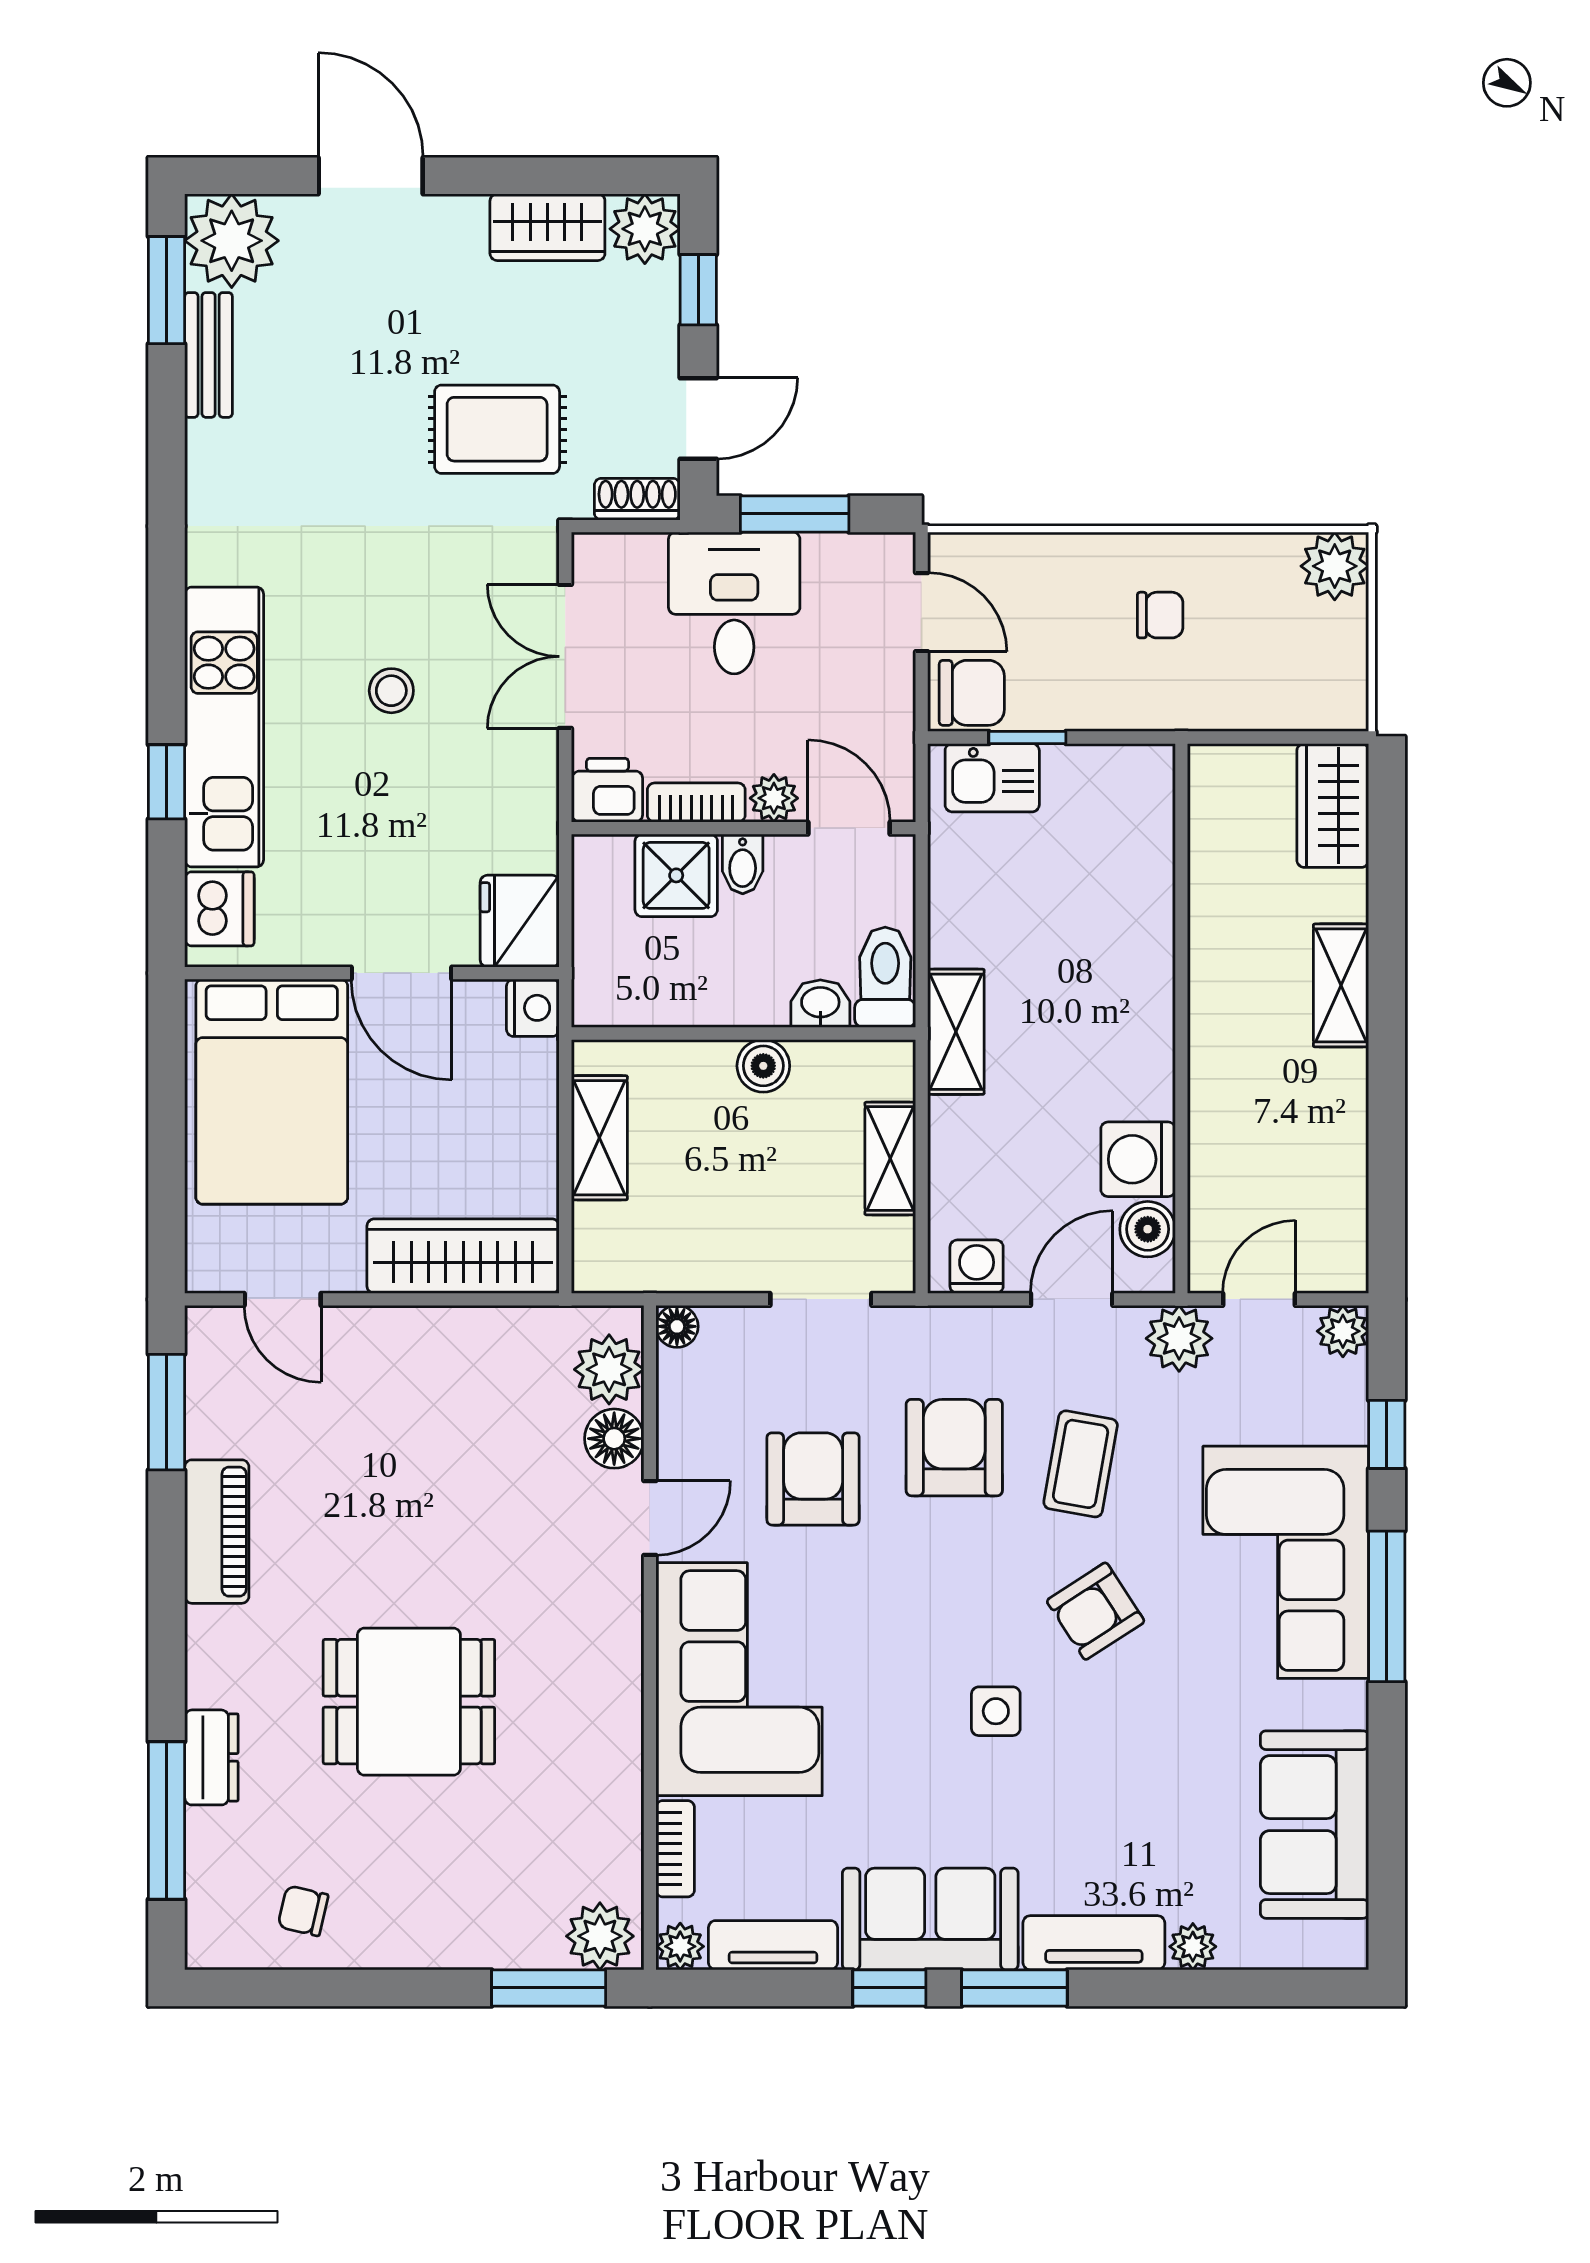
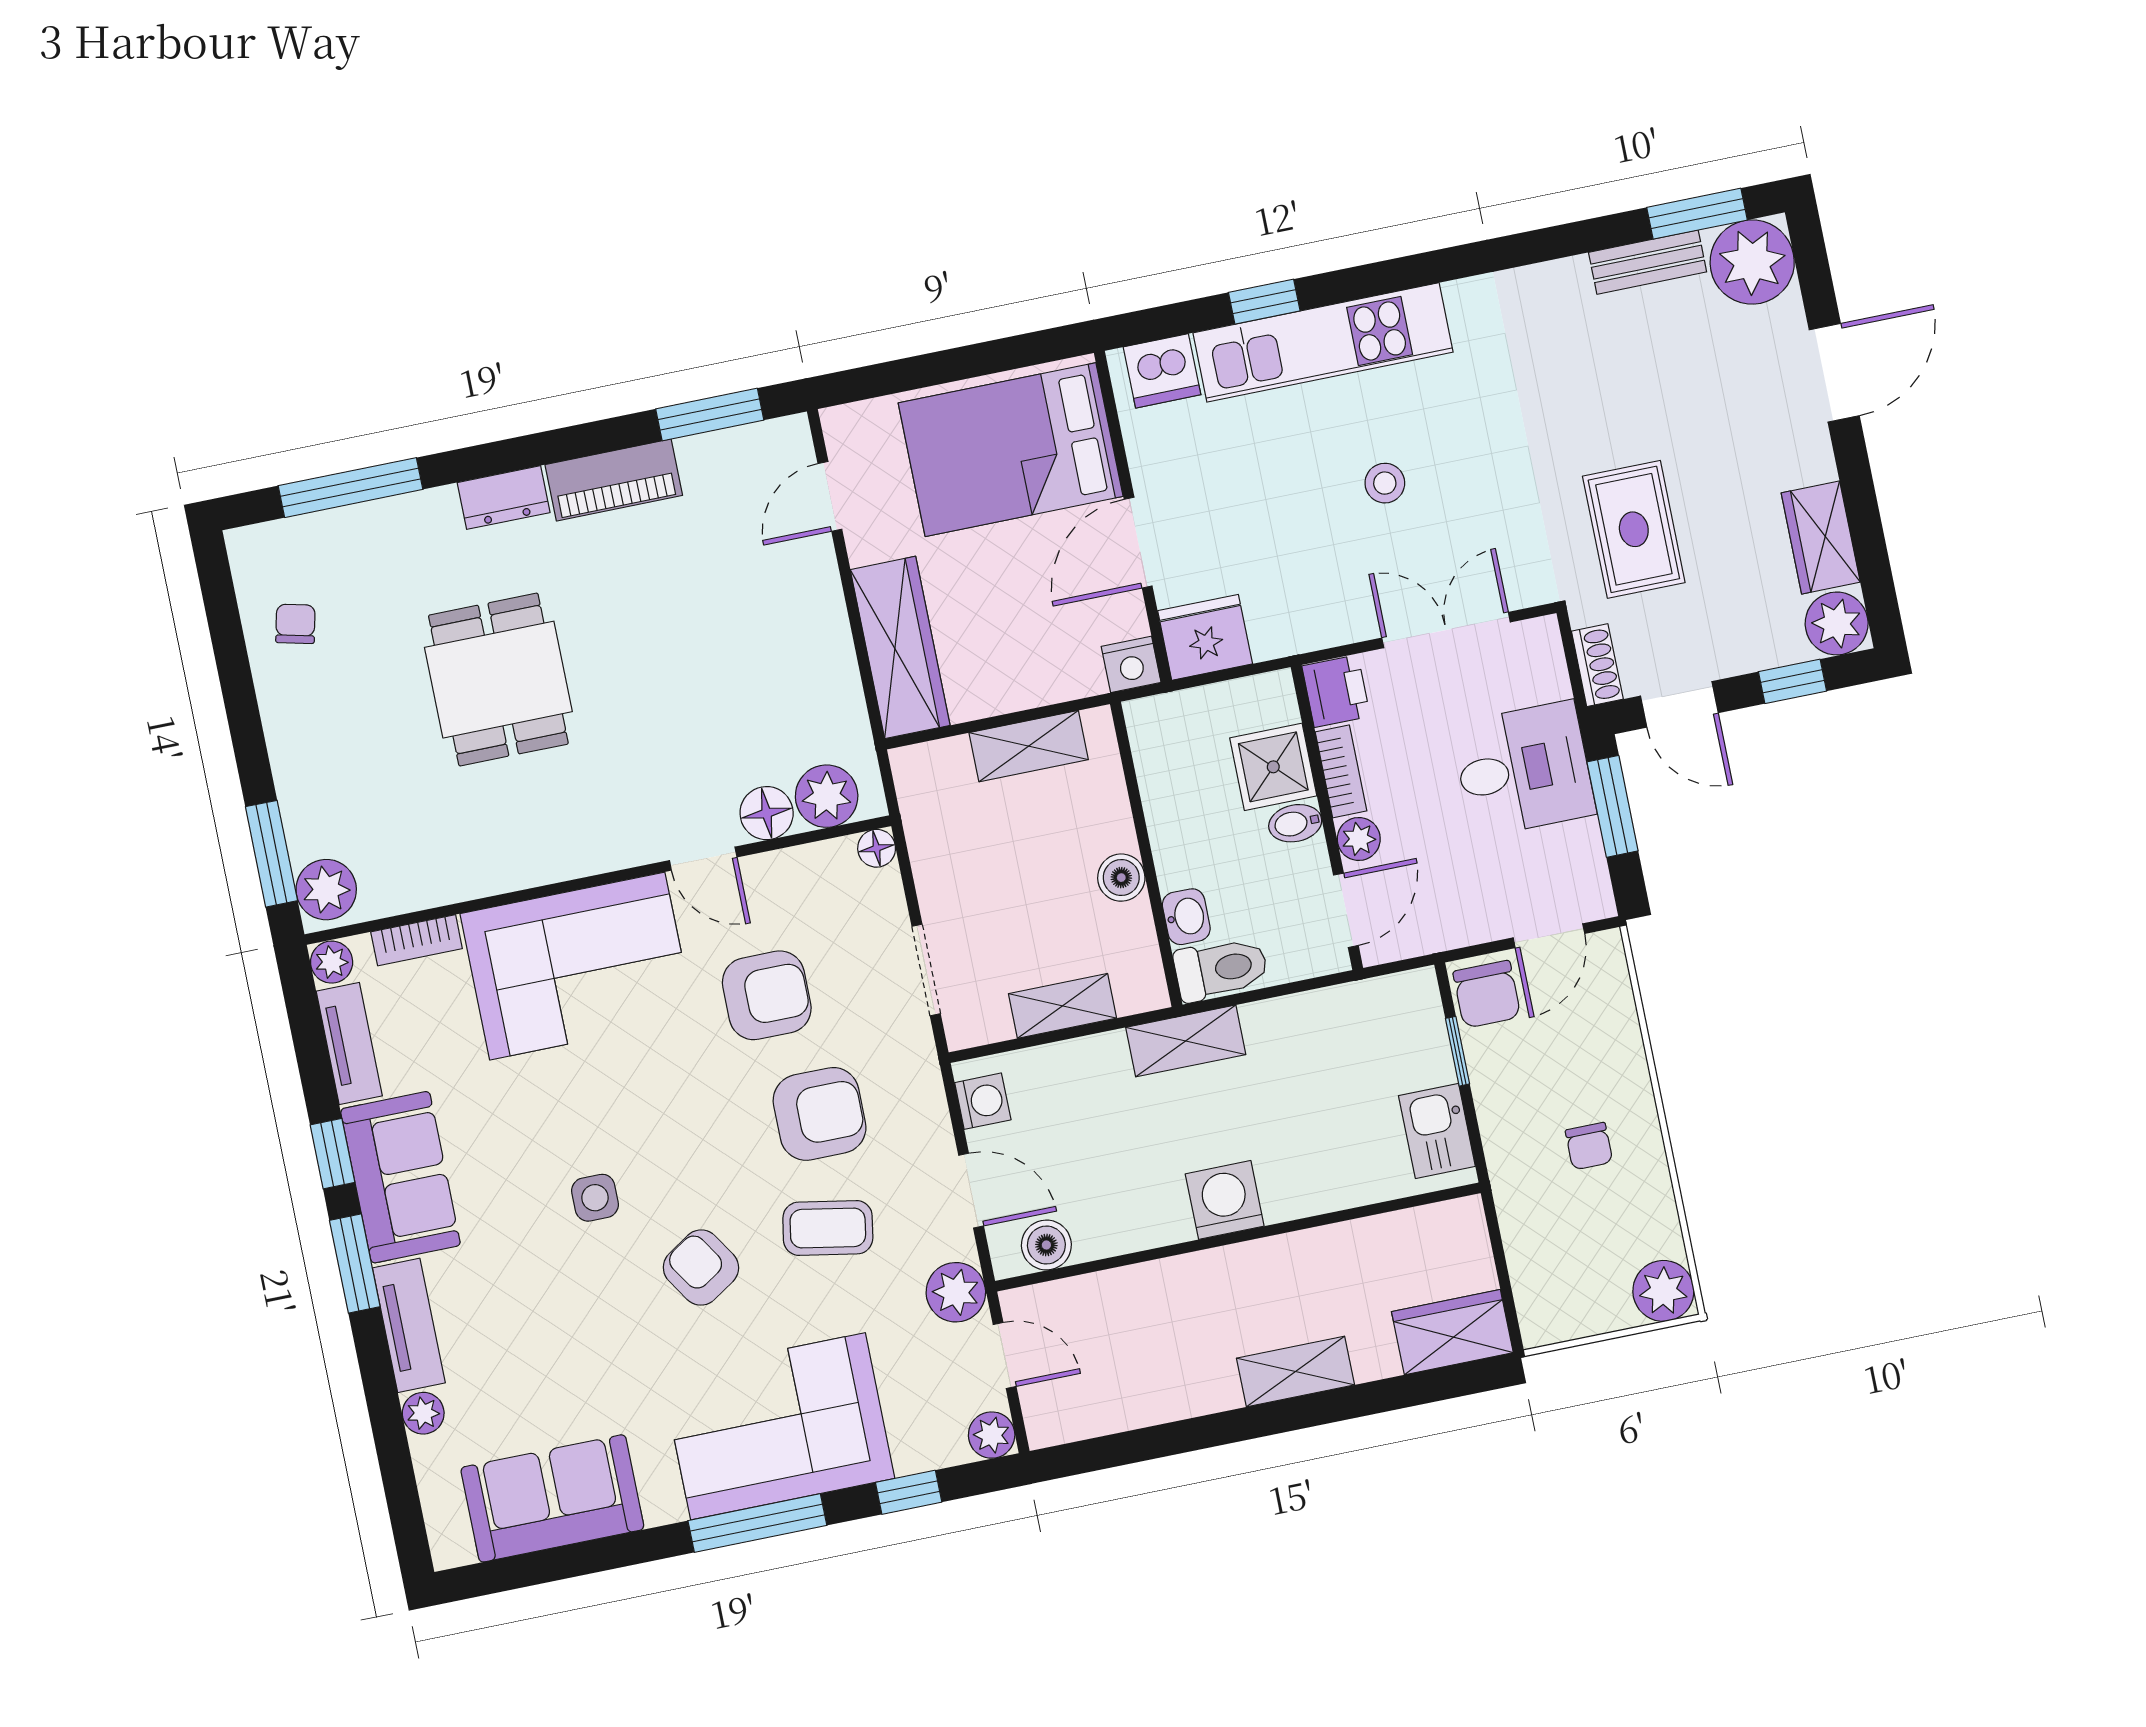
kitchen sink: (992, 778) -> (1437, 1131), moved
washing machine: (1138, 1159) -> (1225, 1200), moved
dresser: (211, 1757) -> (504, 498), moved

